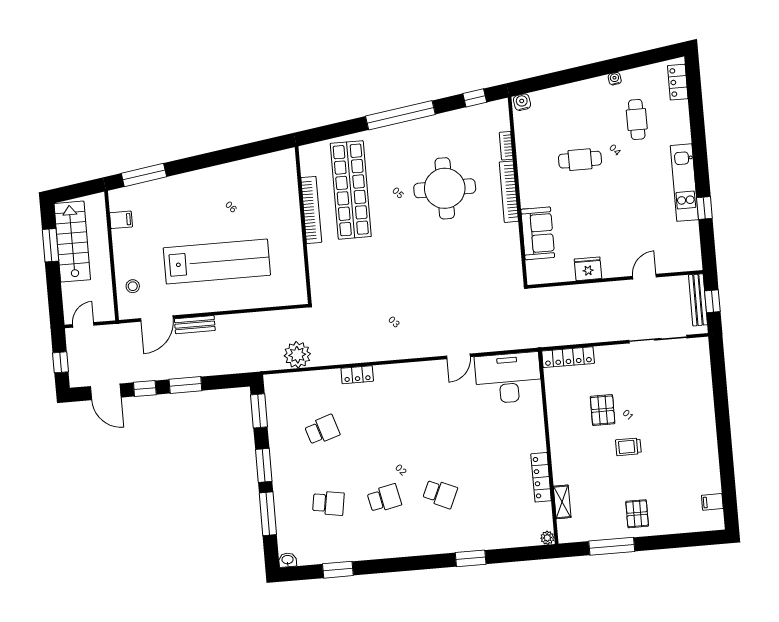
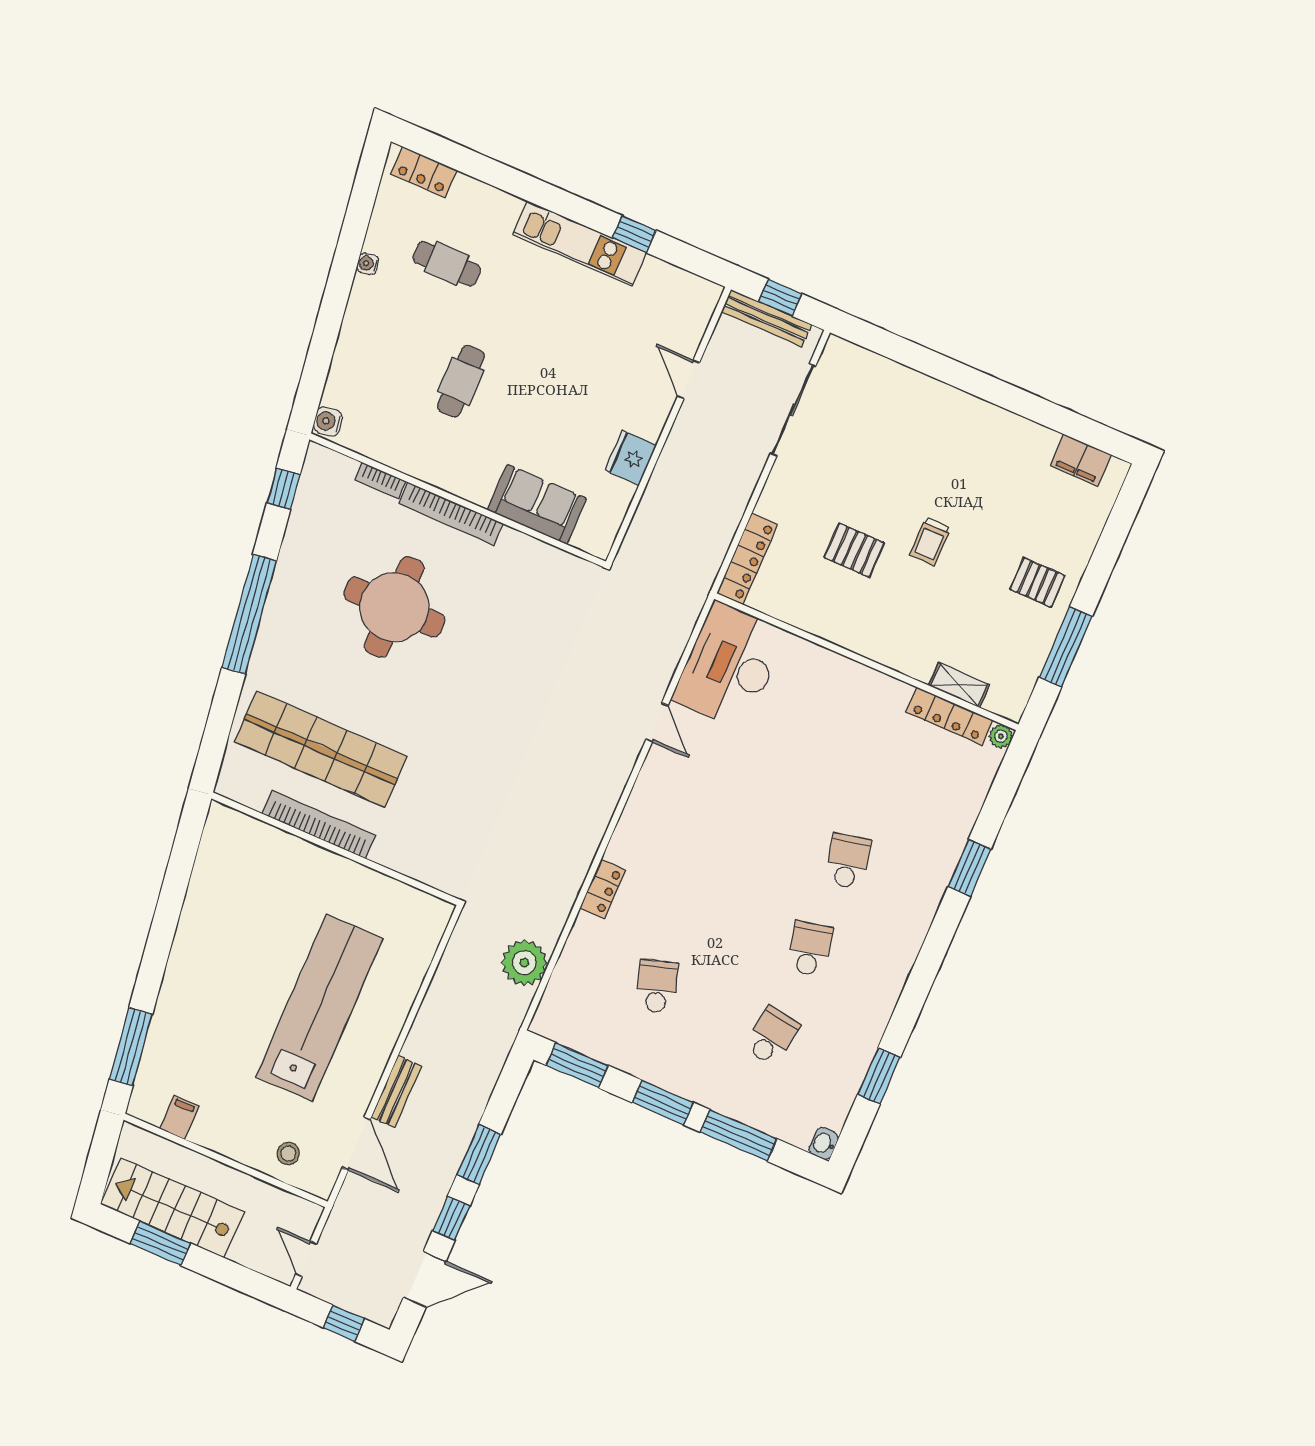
locker: (541, 477) -> (949, 716), moved
school desk: (440, 494) -> (848, 861), turned -36
filing cabinet: (712, 502) -> (1081, 460), width x2.00

